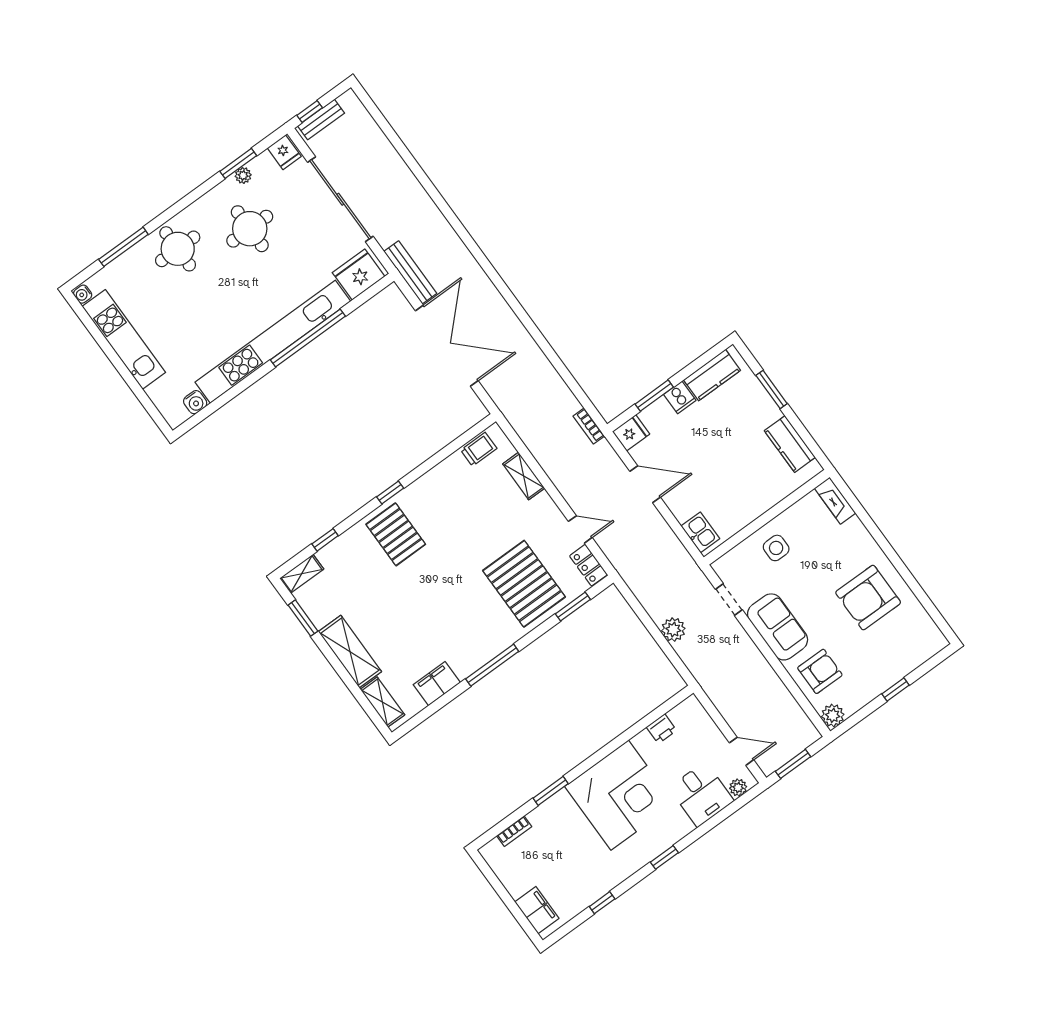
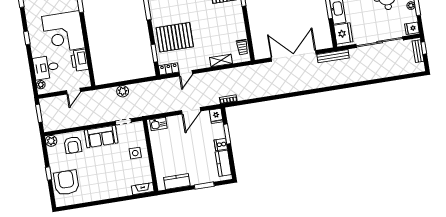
double door: (447, 346) -> (294, 56), swing flipped
armchair: (868, 598) -> (66, 183), moved
printer: (661, 729) -> (80, 60), width x1.87, depth x1.48
door: (742, 751) -> (73, 91), moved

